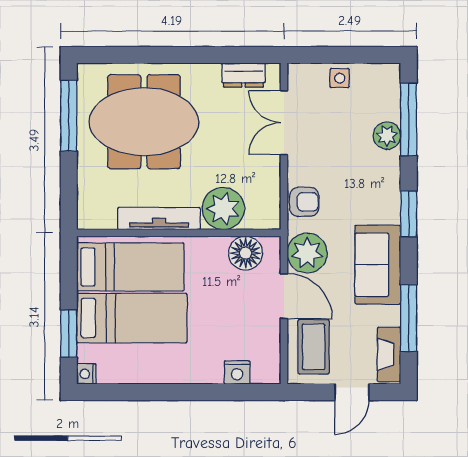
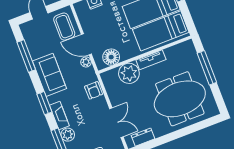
window: (69, 116) -> (207, 68), moved
armchair: (304, 202) -> (94, 90), turned -90
tv unit: (159, 219) -> (151, 60), width x0.71
plant: (307, 253) -> (86, 62), width x0.53, depth x0.53
fireplace: (389, 354) -> (59, 116), moved

